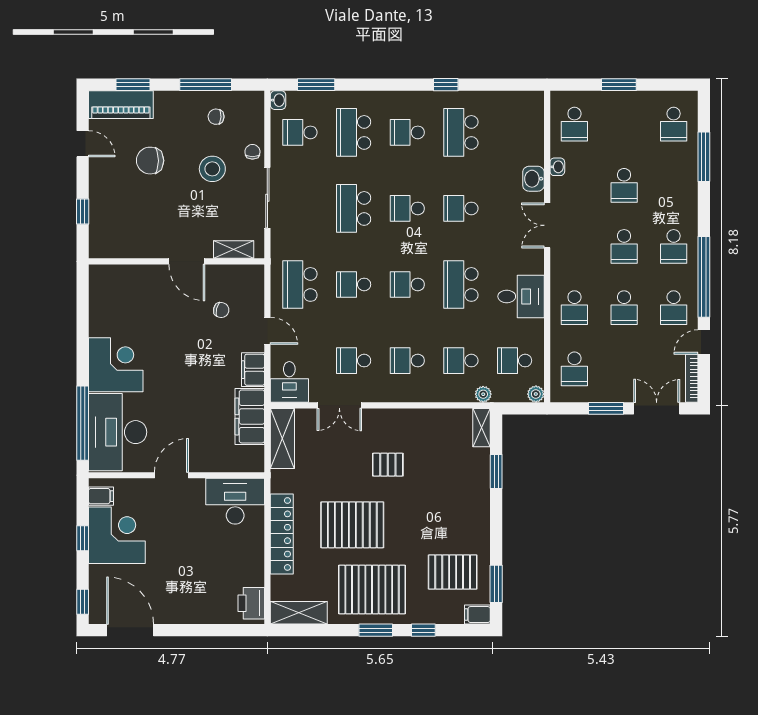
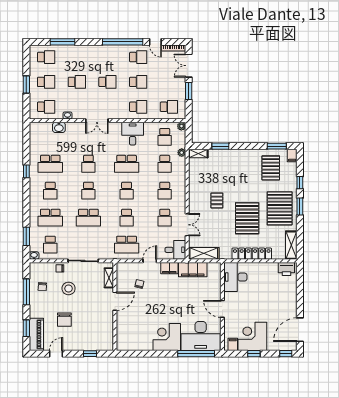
washbasin: (533, 179) -> (59, 127), moved
school desk: (674, 246) -> (46, 82), moved

